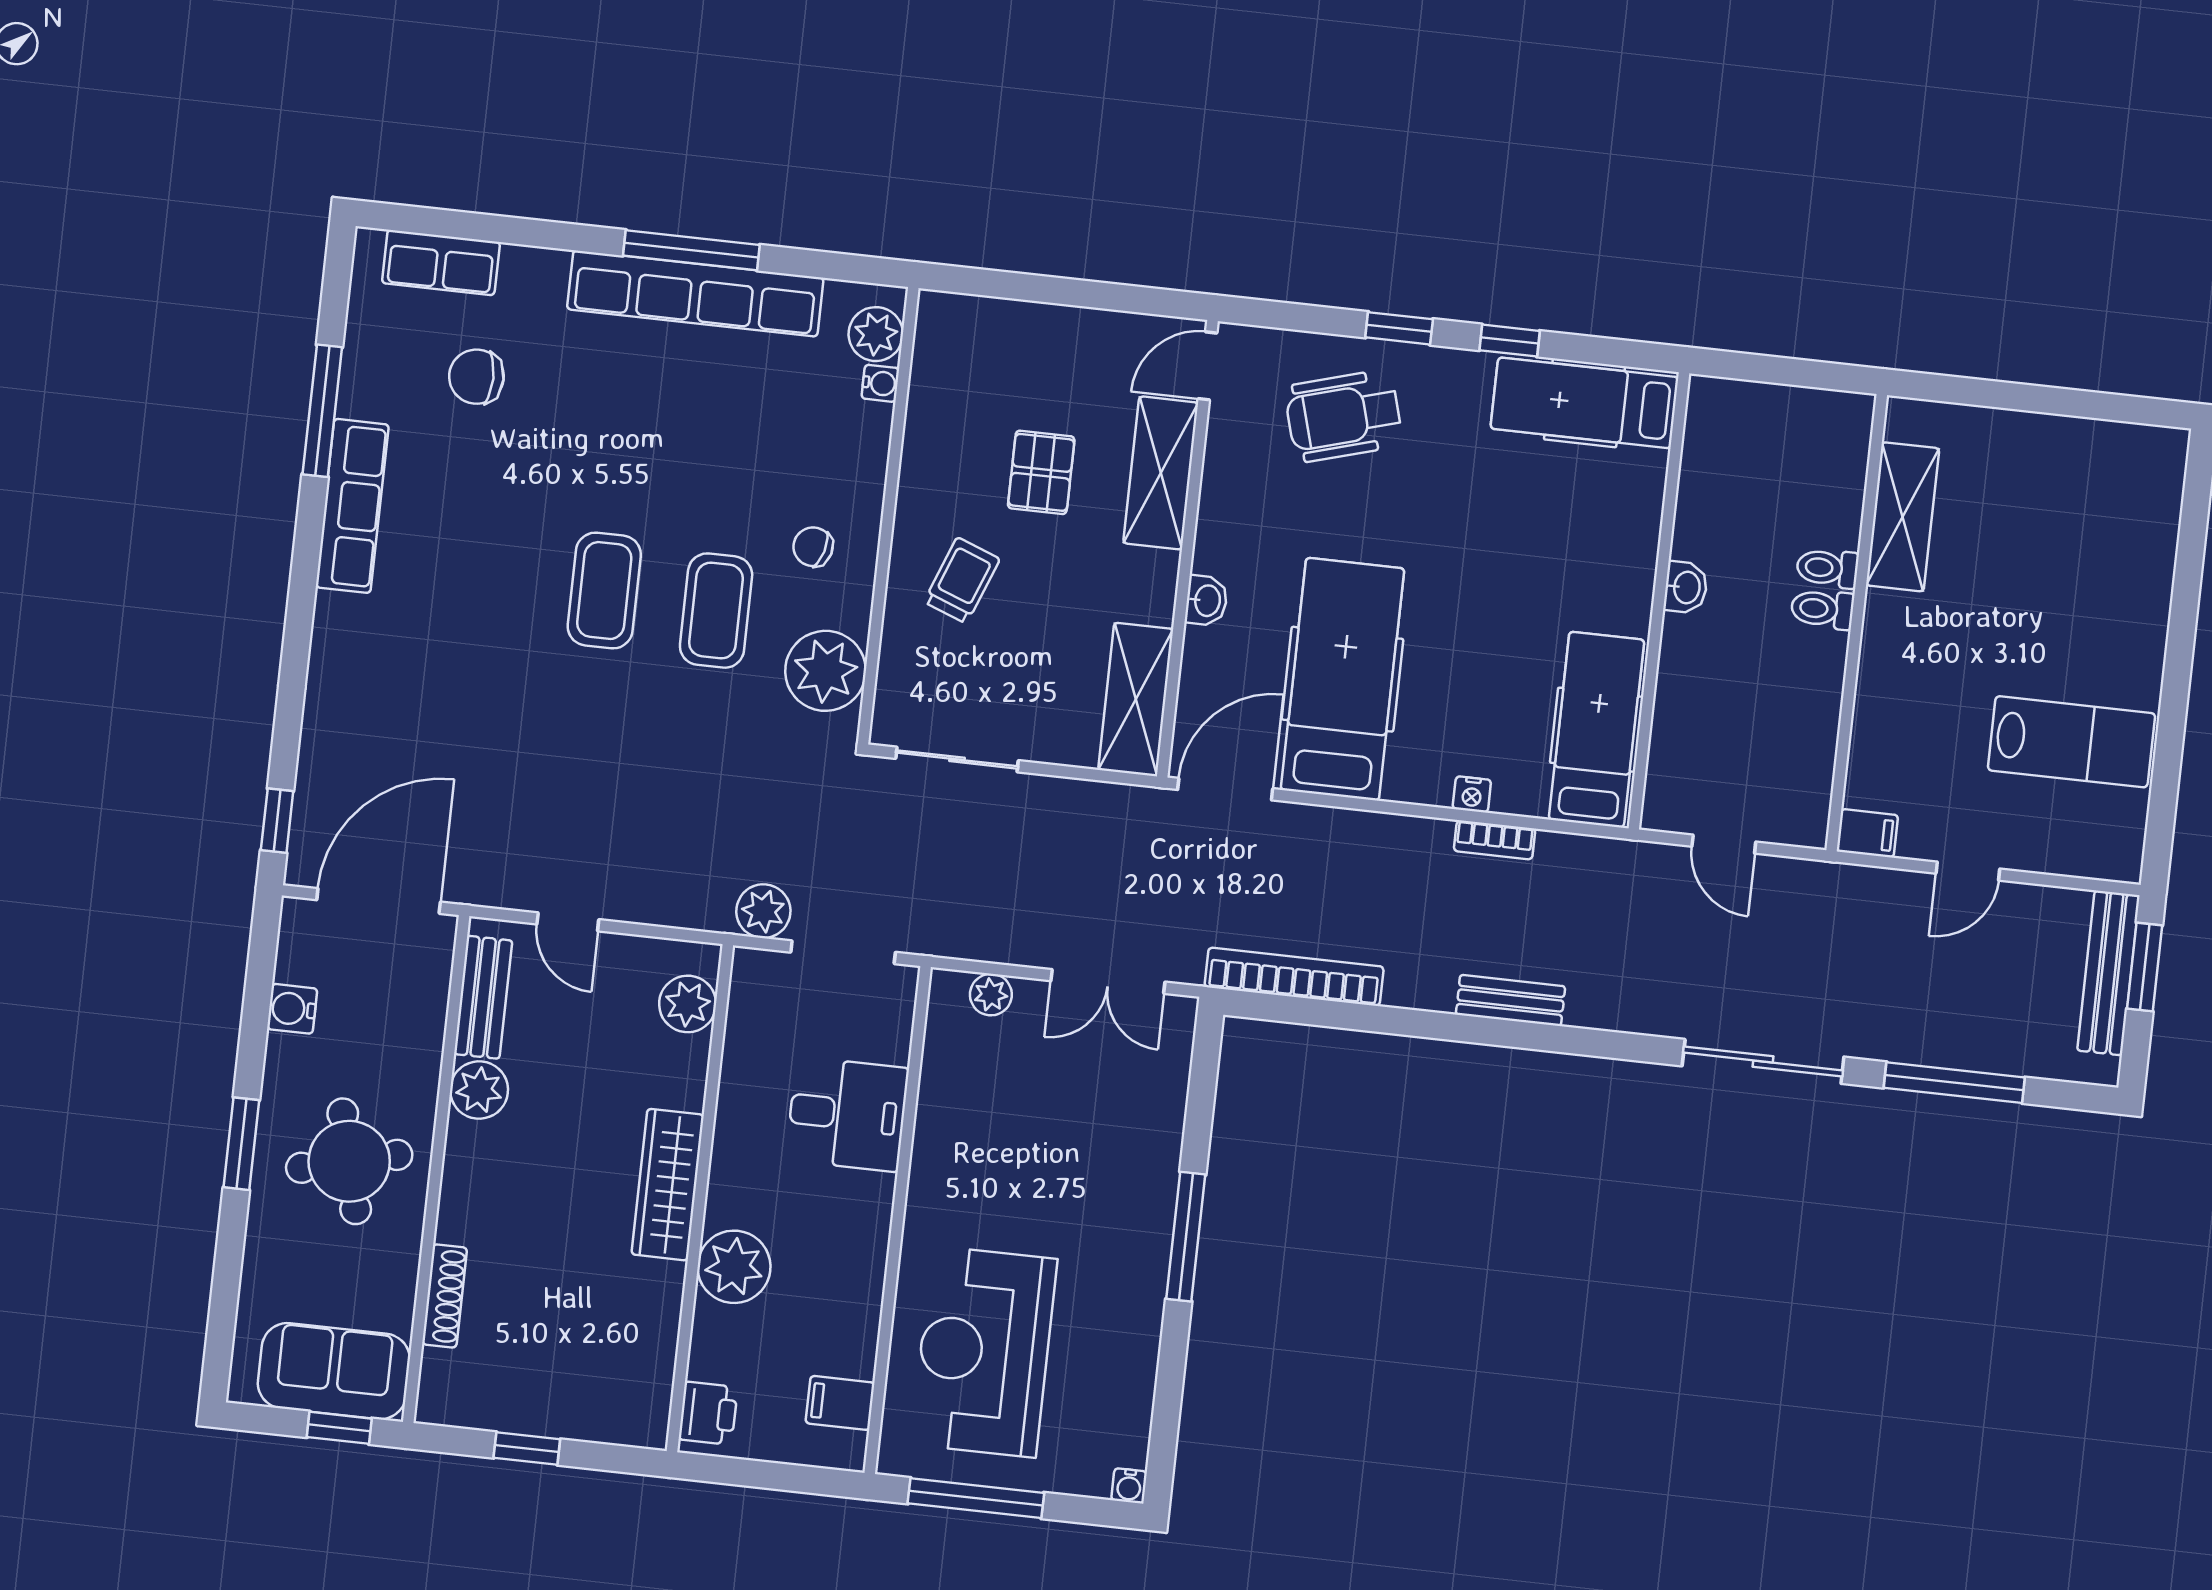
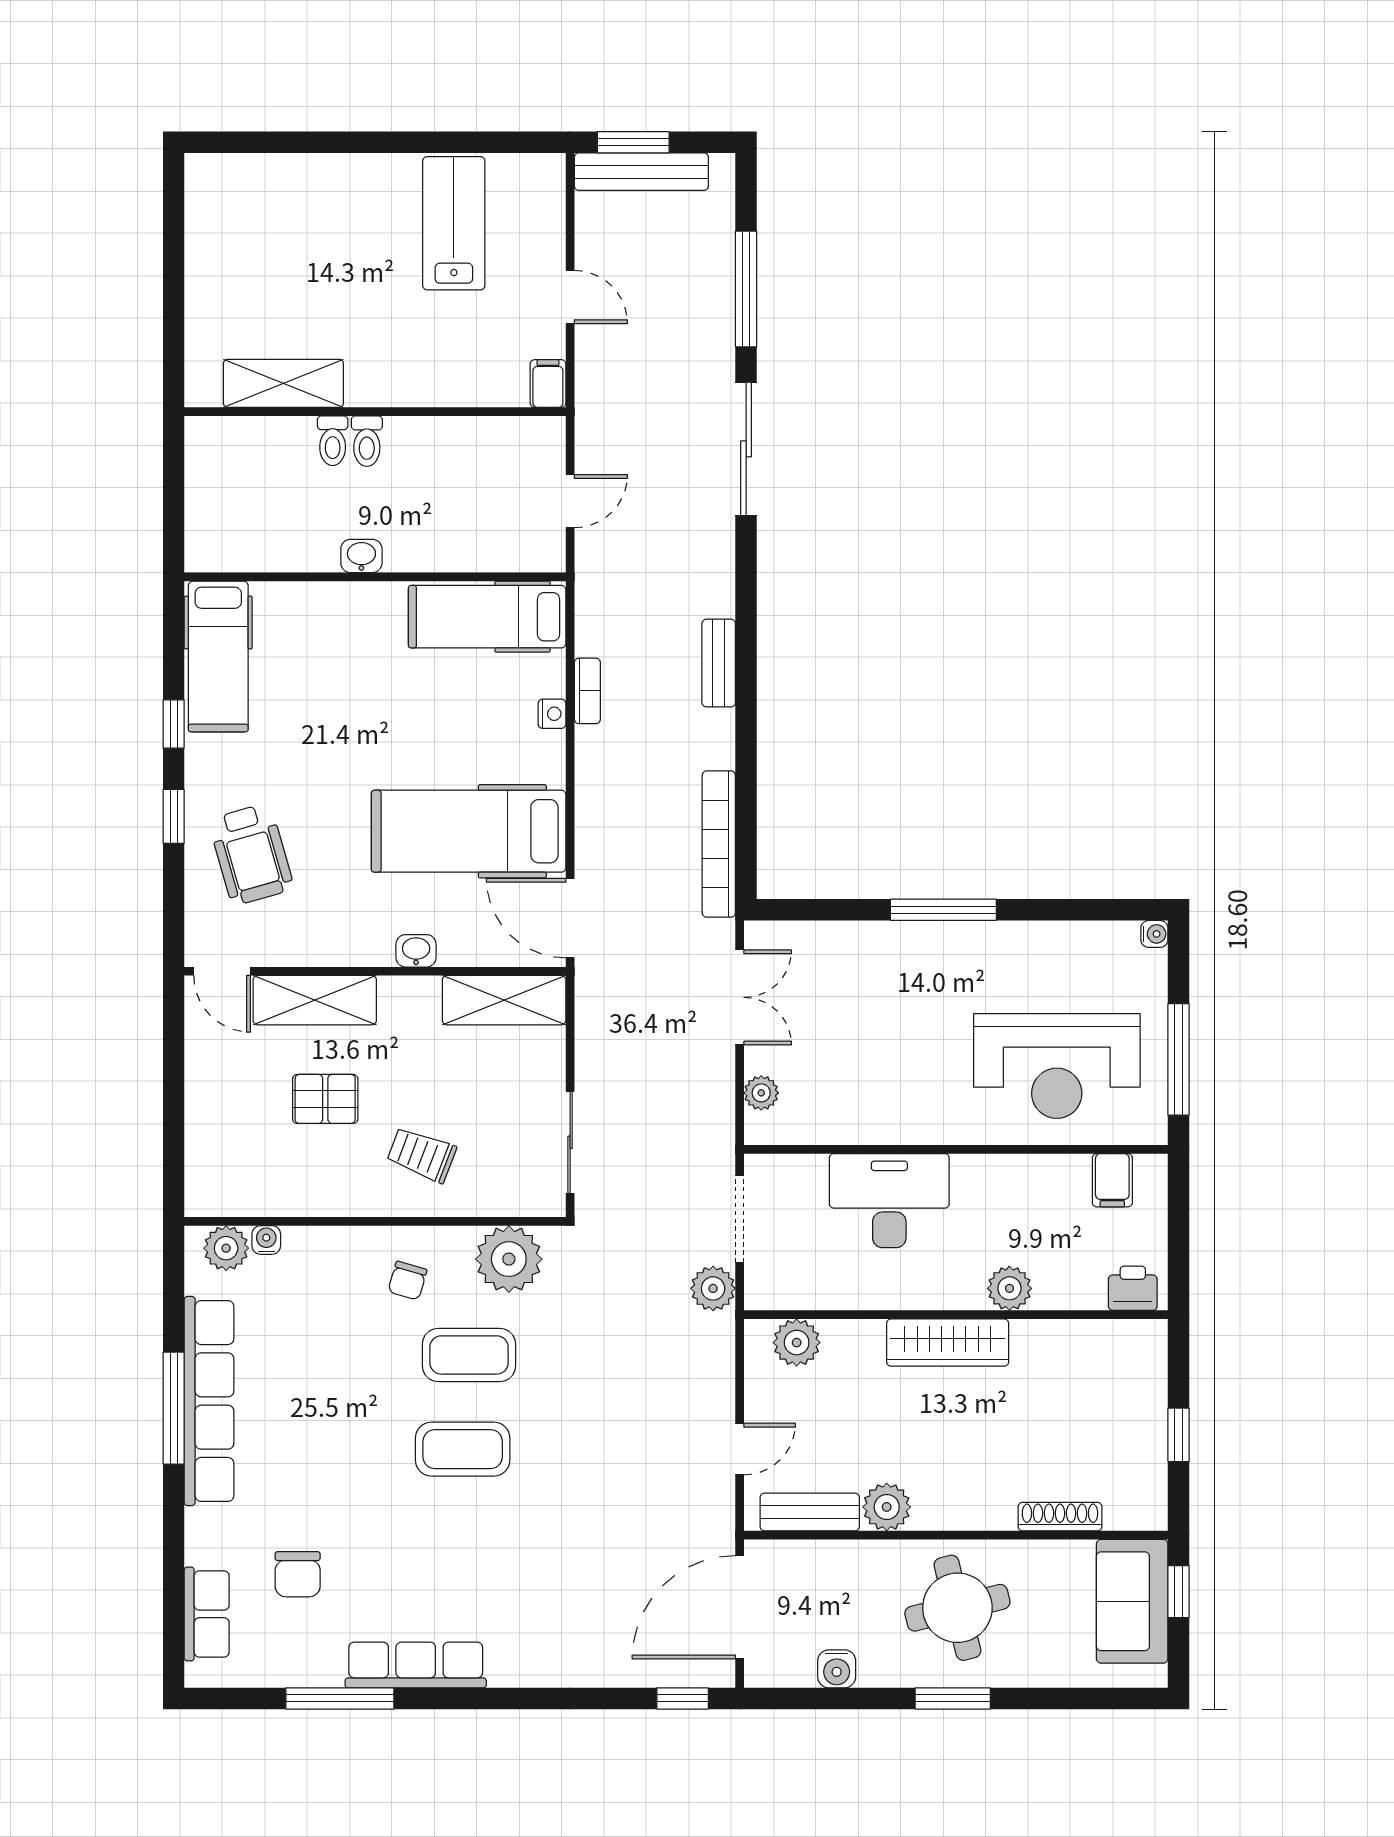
door: (379, 901) -> (740, 1607), hinge flipped
desk: (847, 1114) -> (889, 1201), width x1.37
plant: (734, 1267) -> (1009, 1288), width x0.73, depth x0.73

